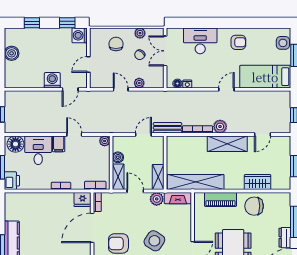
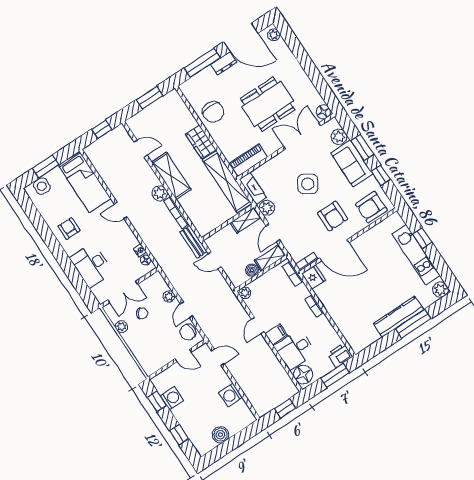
washing machine: (80, 35) -> (172, 398), moved, turned -90
chair: (116, 44) -> (188, 332), moved
washing machine: (52, 80) -> (231, 395), moved
wardrobe: (258, 182) -> (201, 142), moved
piano: (220, 199) -> (248, 160), moved, turned -90

